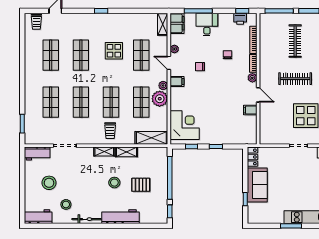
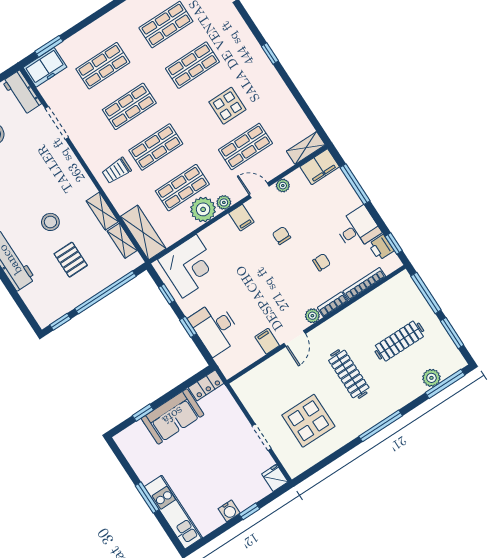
desk: (207, 24) -> (358, 228), moved
door: (169, 63) -> (259, 190), hinge flipped
freezer: (32, 133) -> (45, 67), added
desk: (226, 133) -> (215, 328), added
shelving: (104, 152) -> (122, 241), moved

